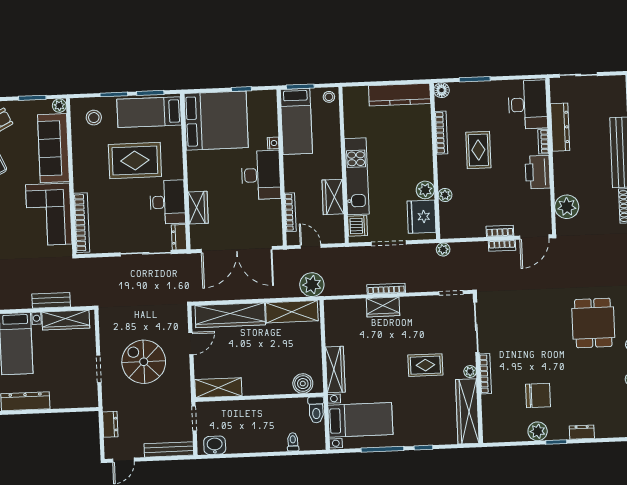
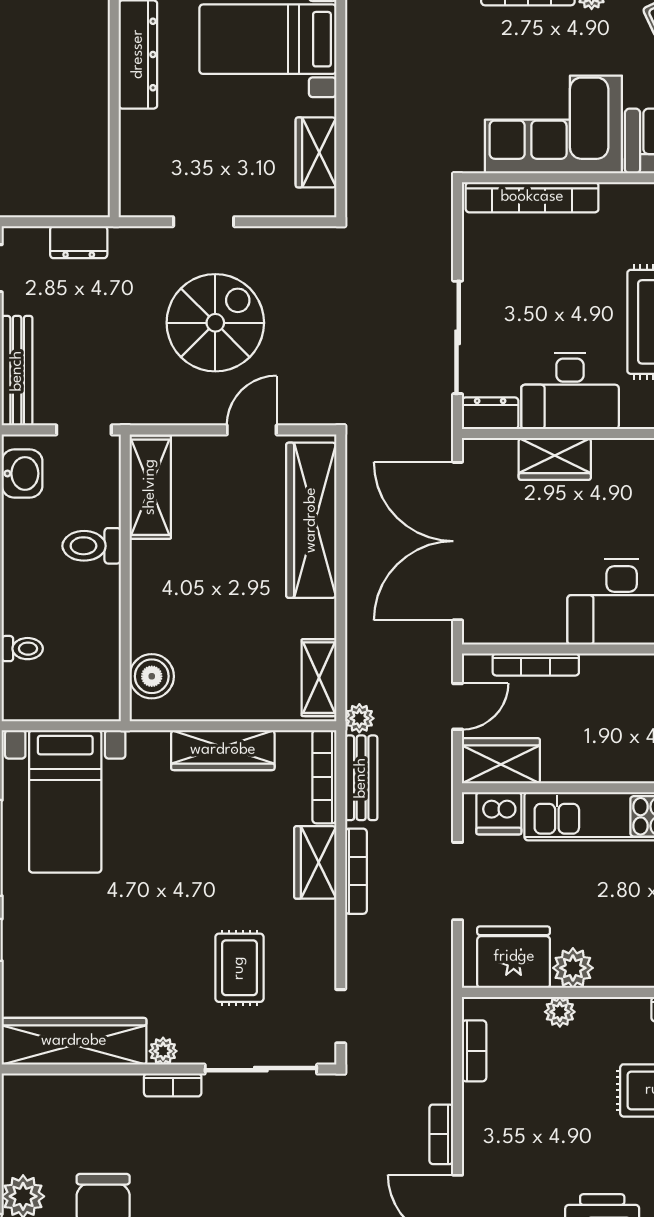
wardrobe: (333, 197) -> (501, 761), moved
bookcase: (500, 231) -> (474, 1051), moved
plant: (443, 249) -> (438, 1002), removed
plant: (312, 285) -> (359, 718), width x0.53, depth x0.53
bench: (51, 300) -> (361, 778), moved
bookcase: (344, 305) -> (324, 777), added
shelving: (292, 312) -> (319, 678), width x0.67, depth x0.75
wardrobe: (66, 320) -> (316, 152), width x0.67
door: (191, 343) -> (252, 430), swing flipped
rug: (425, 365) -> (239, 968), moved
wardrobe: (335, 370) -> (223, 750), moved
bookcase: (485, 374) -> (173, 1085), width x0.64
toilet: (316, 410) -> (92, 546), moved

